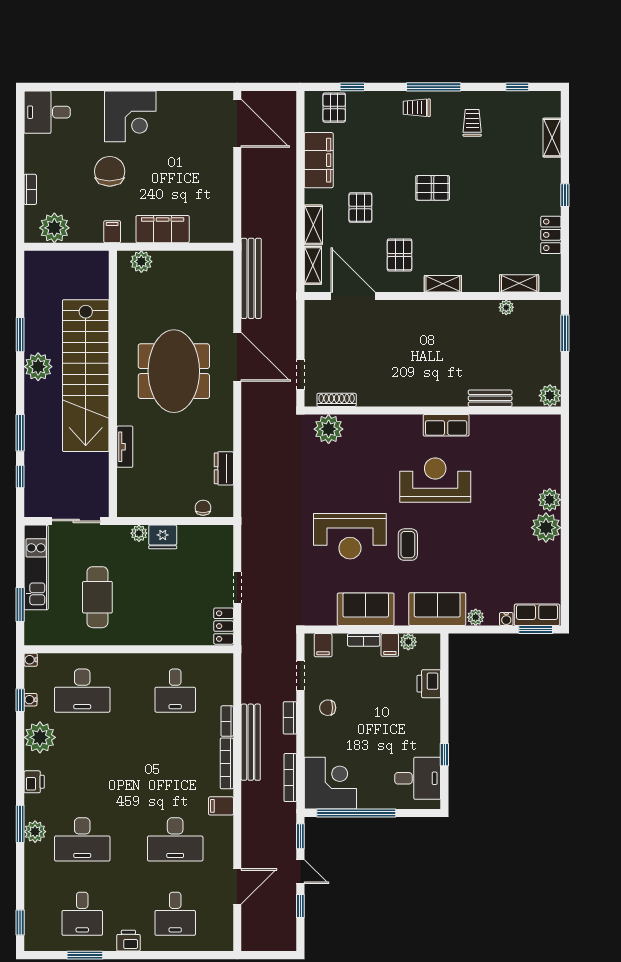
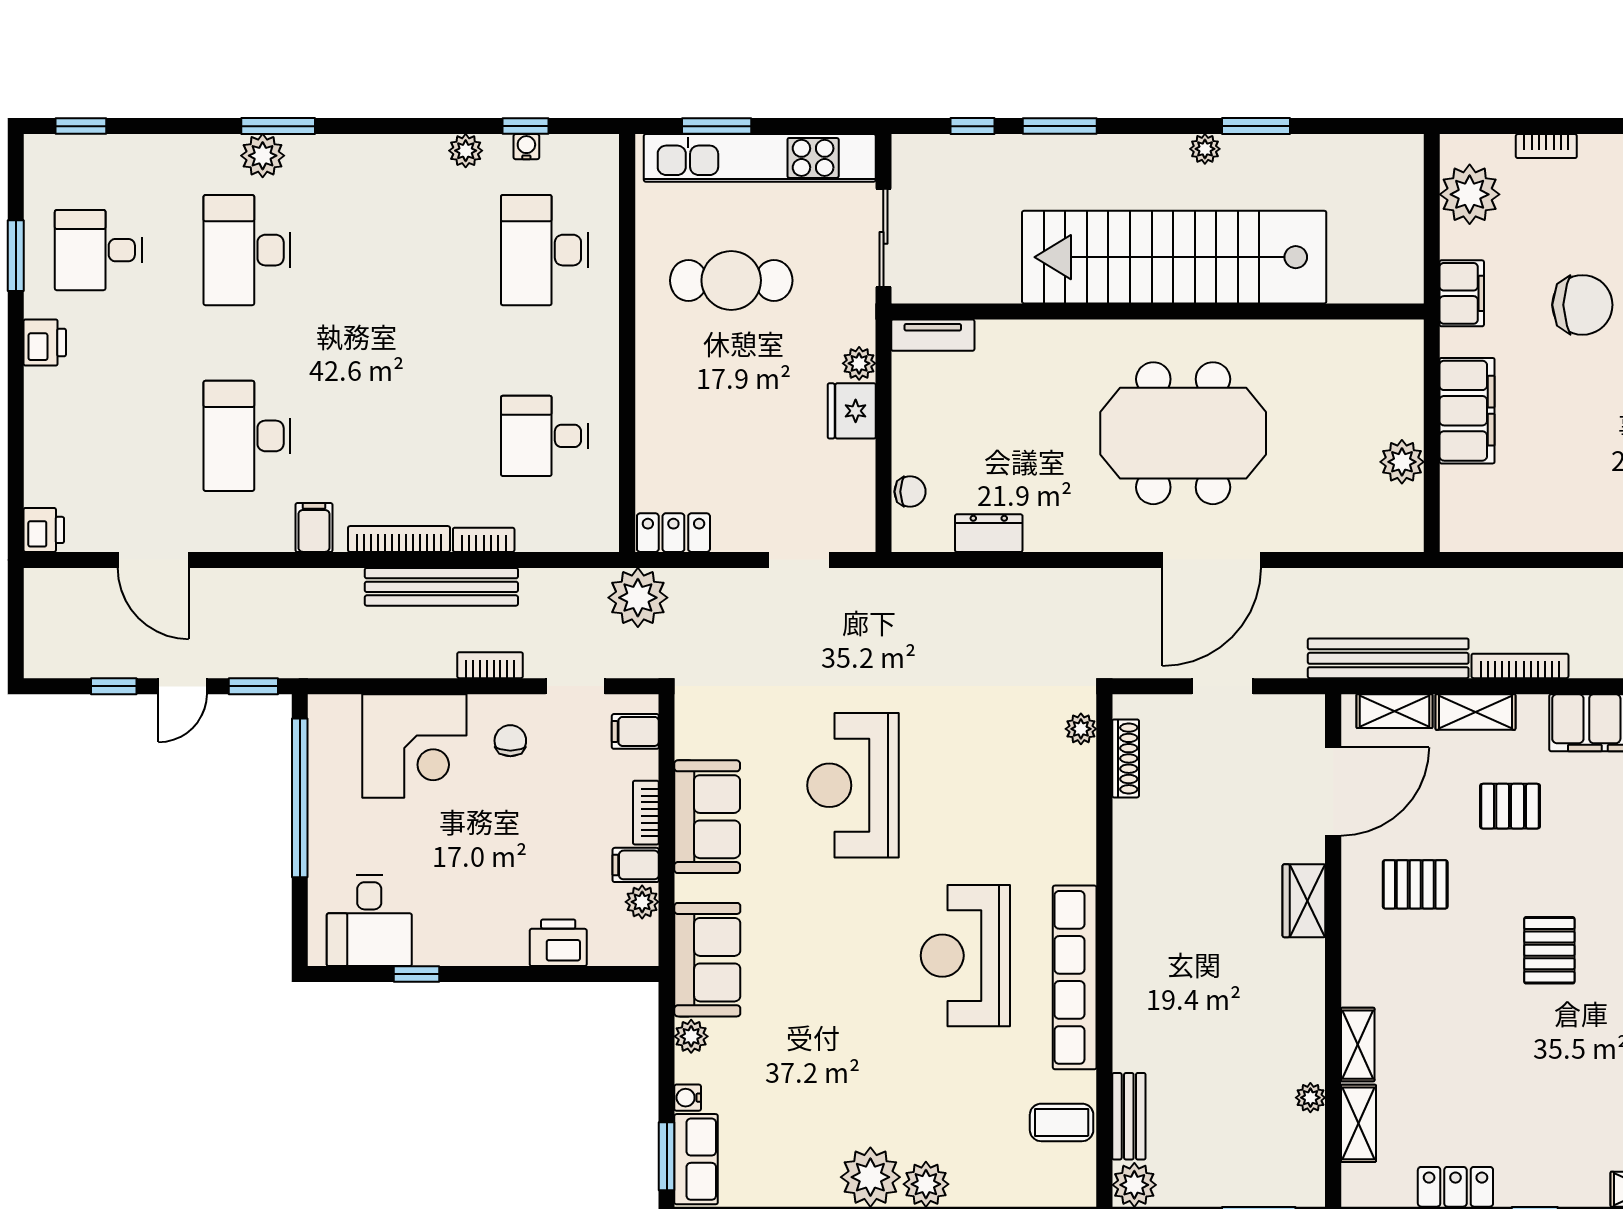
filing cabinet: (112, 232) -> (1462, 293), width x2.00
plant: (141, 262) -> (1402, 462), moved
bench: (251, 278) -> (1388, 658), moved
shelving: (443, 284) -> (1358, 1045), moved
wardrobe: (408, 311) -> (1304, 901), added
plant: (38, 367) -> (1205, 149), width x0.53, depth x0.53
doorway: (300, 375) -> (1223, 686), moved
bench: (490, 398) -> (1129, 1116), moved
row of seats: (446, 425) -> (1075, 977), width x2.02
plant: (329, 429) -> (1081, 729), width x0.53, depth x0.53
tv unit: (125, 447) -> (933, 335), moved
reception desk: (435, 480) -> (965, 956), turned 180
coffee table: (408, 545) -> (1062, 1122), moved
kitchen unit: (36, 567) -> (760, 158), width x1.36
doorway: (237, 588) -> (799, 560), moved
plant: (256, 644) -> (638, 598), added
water cooler: (31, 660) -> (606, 147), removed
plant: (40, 737) -> (466, 151), width x0.53, depth x0.53
bookcase: (290, 778) -> (1520, 666), moved
printer: (34, 782) -> (44, 530), moved, turned -90
corner desk: (330, 783) -> (414, 746), moved
desk: (175, 914) -> (98, 436), removed

